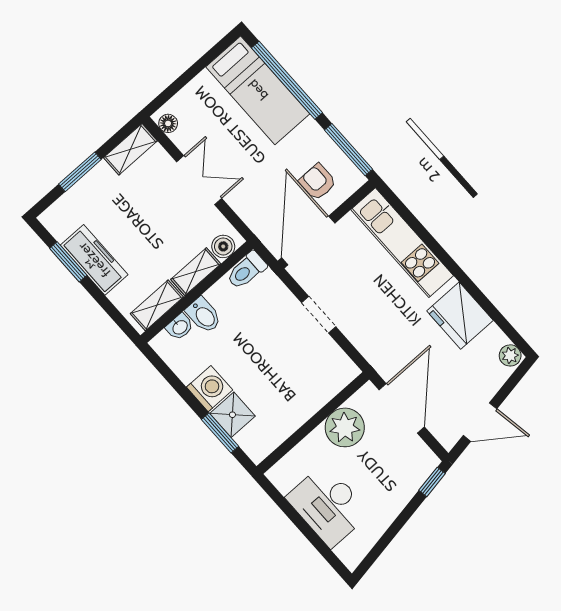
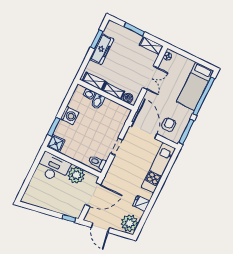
door: (308, 240) -> (144, 130), hinge flipped
toilet: (246, 270) -> (97, 162), moved
fridge: (460, 316) -> (141, 203), width x0.53, depth x0.75
plant: (510, 355) -> (130, 223), width x1.87, depth x1.87
shower: (232, 415) -> (56, 143), moved
desk: (328, 505) -> (53, 168), moved, turned 90

